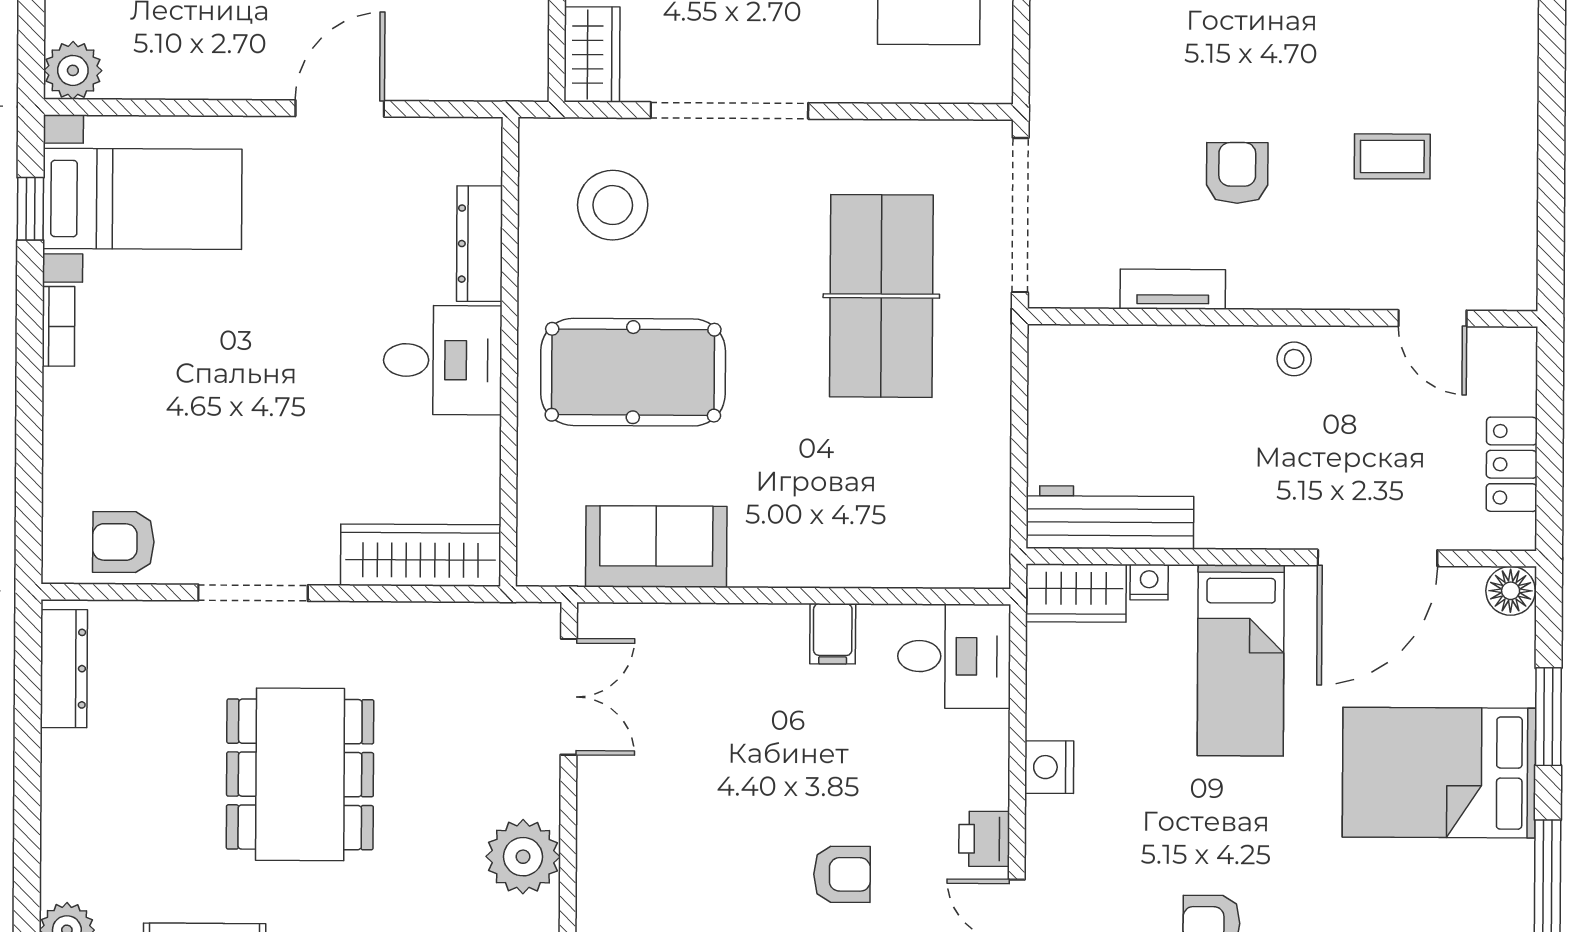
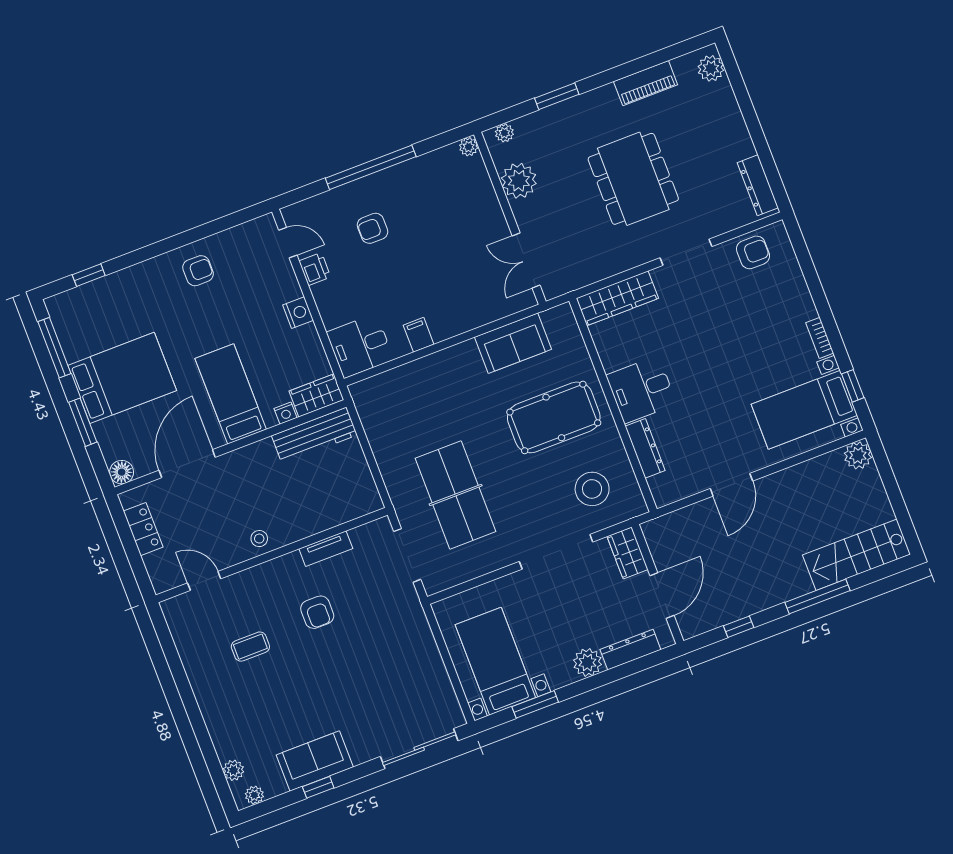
doorway: (1020, 215) -> (407, 555), width x0.73

